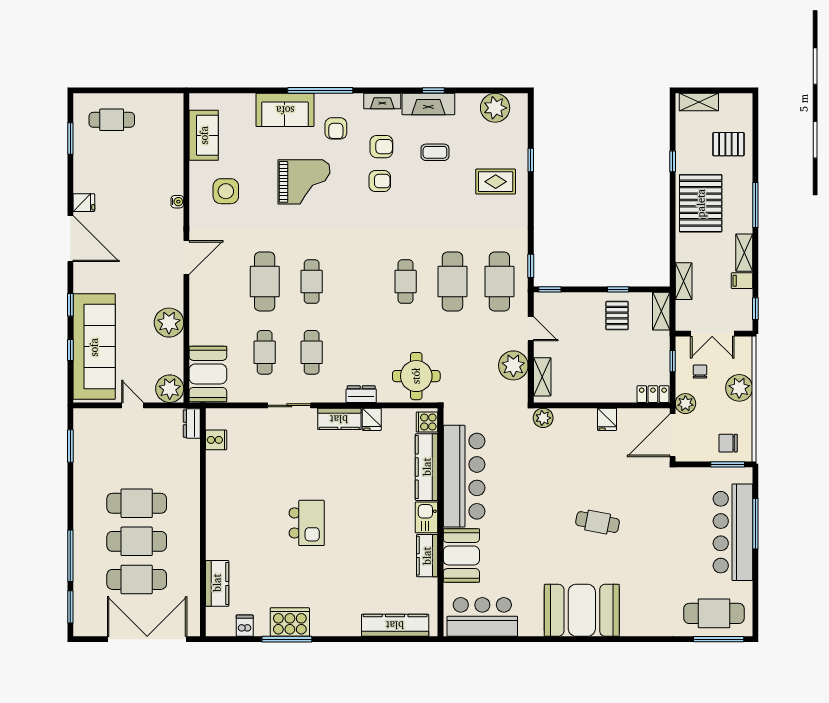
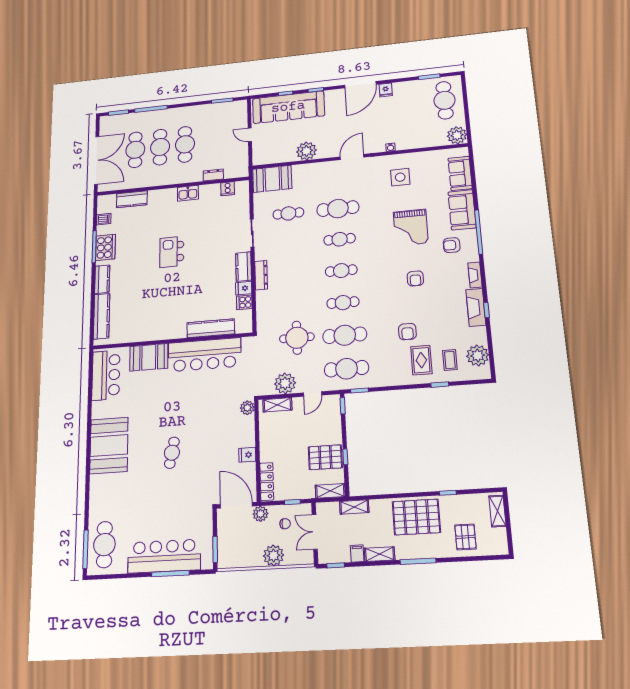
cafe table: (112, 120) -> (445, 100), width x1.37, depth x1.35
sofa: (204, 135) -> (460, 173), moved, turned 90
armchair: (381, 147) -> (407, 332), moved
coffee table: (435, 152) -> (450, 360), moved
door: (186, 257) -> (352, 157), swing flipped
pallet: (617, 316) -> (325, 457), width x1.50, depth x1.42
cafe table: (312, 352) -> (341, 271), moved
round table: (416, 376) -> (297, 338), moved
plant: (170, 389) -> (457, 135), moved
dresser: (361, 394) -> (261, 275), width x1.44
locker: (653, 394) -> (267, 482), width x1.53
door: (133, 405) -> (250, 135), swing flipped
cooker: (427, 422) -> (244, 302), moved, turned -90
dresser: (192, 424) -> (213, 175), moved
chair: (728, 443) -> (231, 549), removed
kitchen sink: (427, 517) -> (188, 193), moved, turned 180
kitchen island: (307, 523) -> (172, 252), turned 90
kitchen counter: (427, 556) -> (102, 279), moved, turned 90

